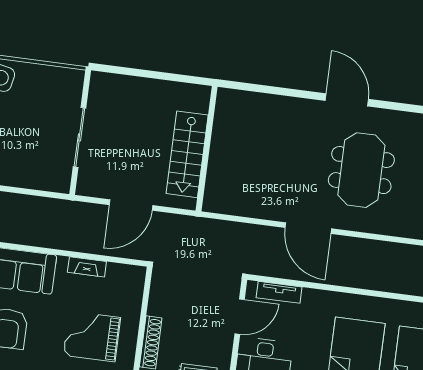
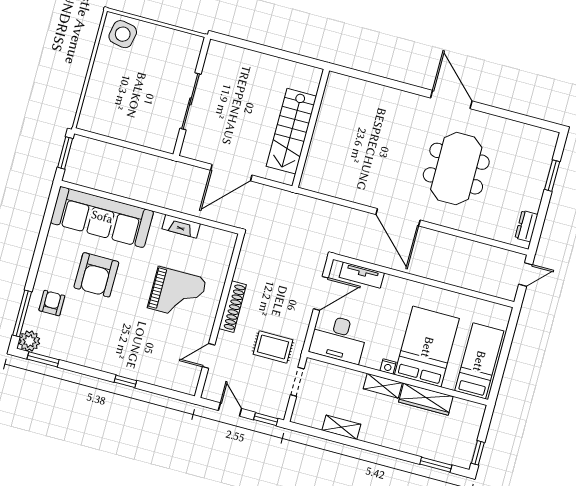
grand piano: (92, 336) -> (177, 293), turned 180

